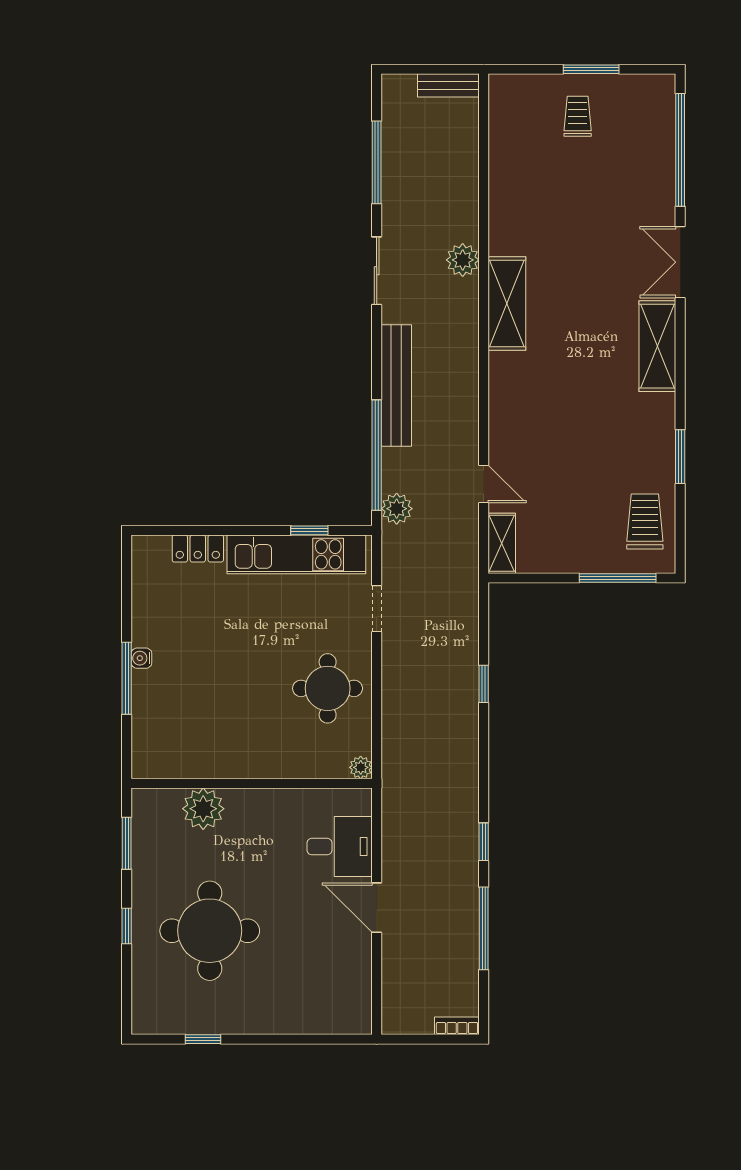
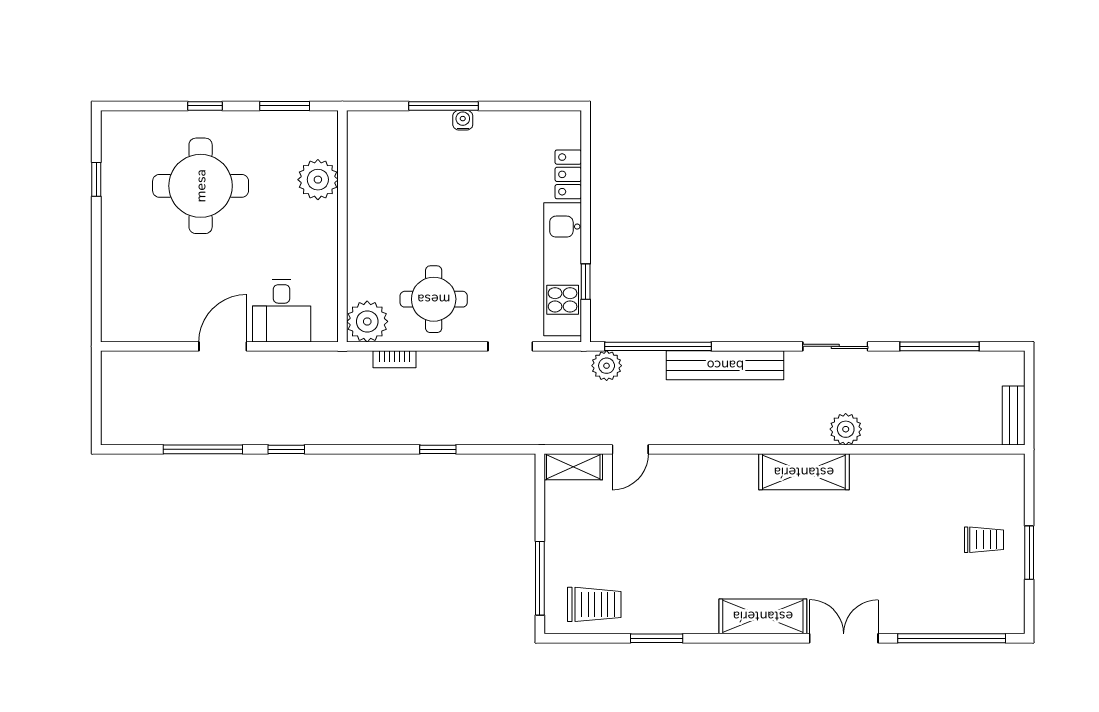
plant: (361, 767) -> (367, 321), width x1.87, depth x1.87
bookcase: (457, 1026) -> (395, 359), moved, turned 90

